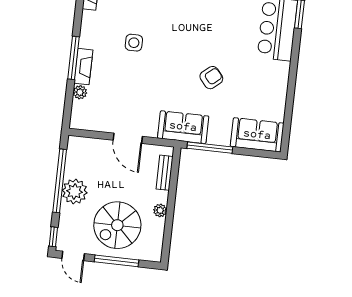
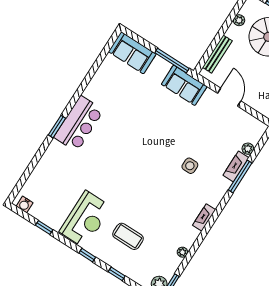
armchair: (211, 78) -> (145, 112), removed
bench: (165, 173) -> (217, 54), width x1.36
plant: (160, 210) -> (239, 20), moved

